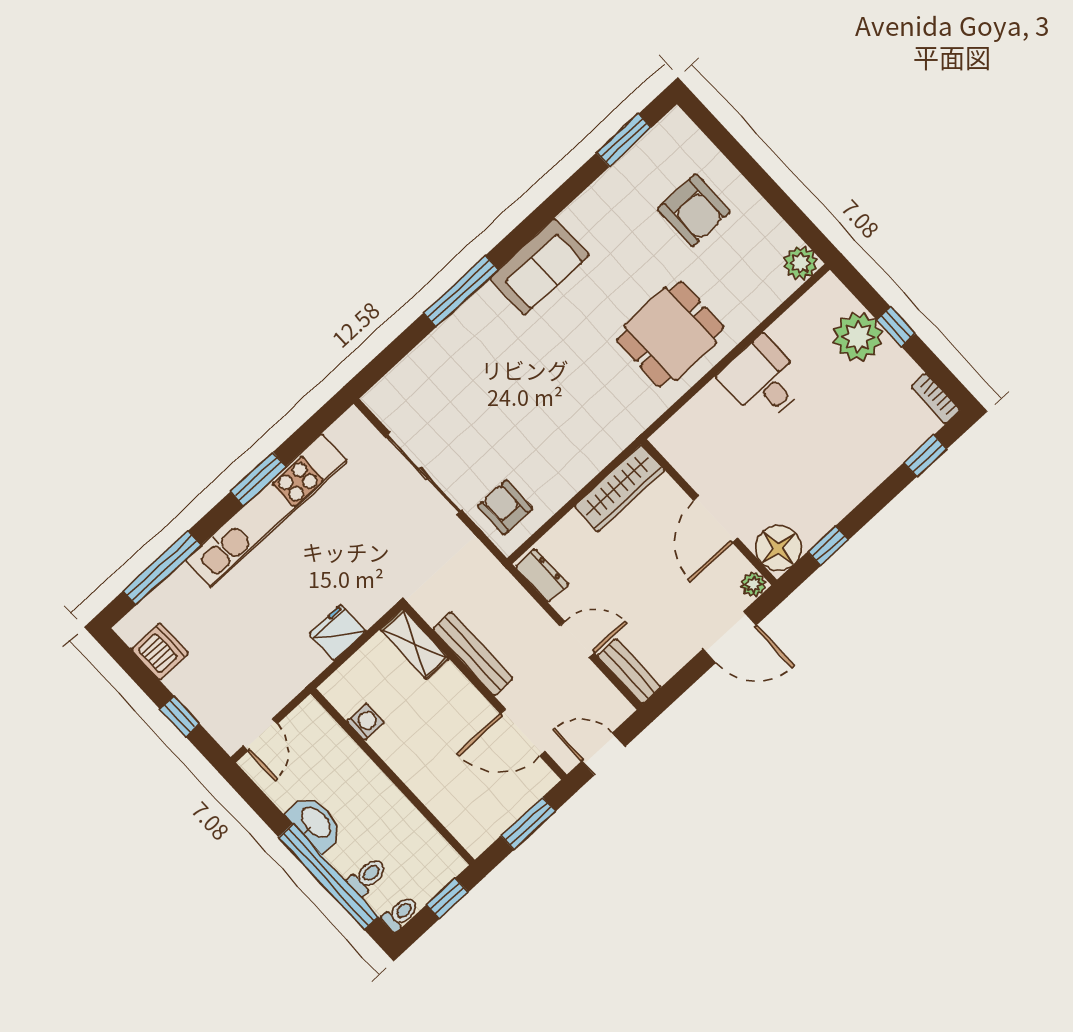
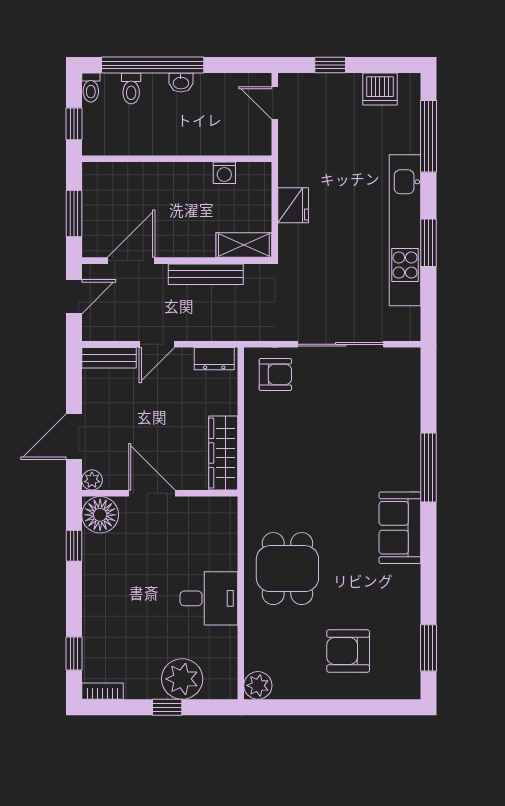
washbasin: (315, 823) -> (181, 82), width x0.52, depth x0.69

